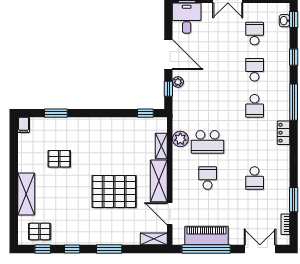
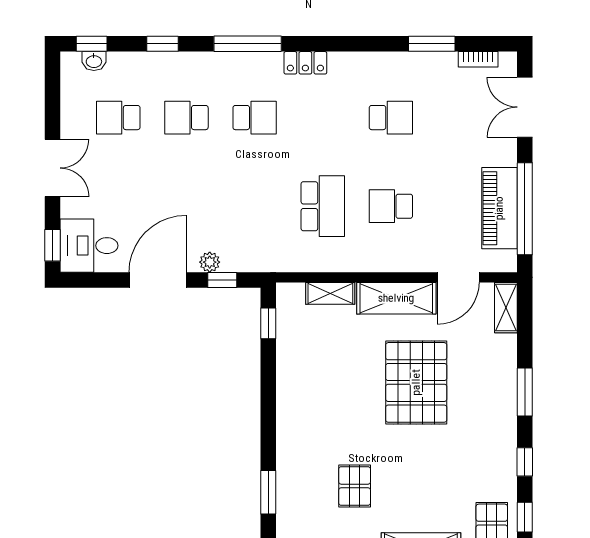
plant: (180, 139) -> (317, 257), removed

